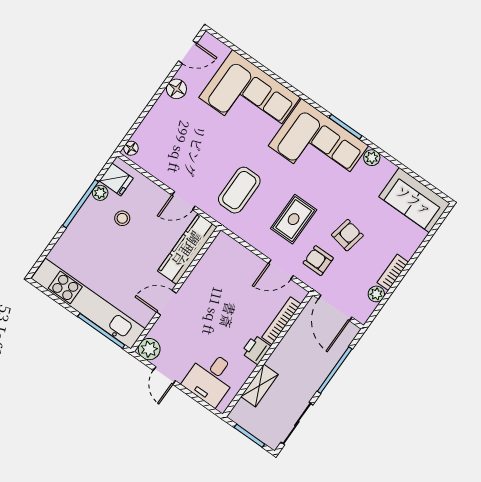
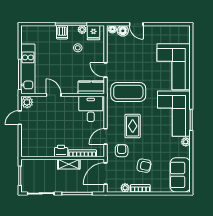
door: (188, 52) -> (136, 24), moved
floor lamp: (176, 89) -> (123, 31), moved
coffee table: (239, 190) -> (128, 92), width x1.36, depth x1.32
rug: (294, 219) -> (133, 126), turned 90
dishwasher: (83, 225) -> (62, 32), added
armchair: (347, 235) -> (144, 166), moved
kitchen counter: (187, 249) -> (91, 87), width x0.67
door: (281, 269) -> (106, 136), hinge flipped
kitchen unit: (88, 304) -> (28, 69), width x0.73
desk: (211, 378) -> (91, 109), moved, turned 90
shelving: (260, 385) -> (69, 164), moved

